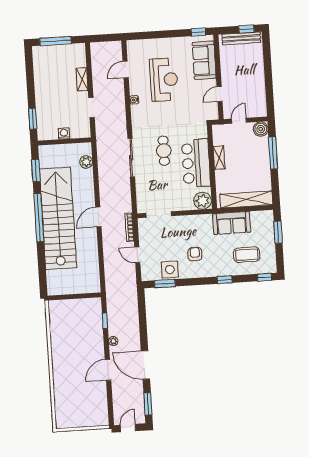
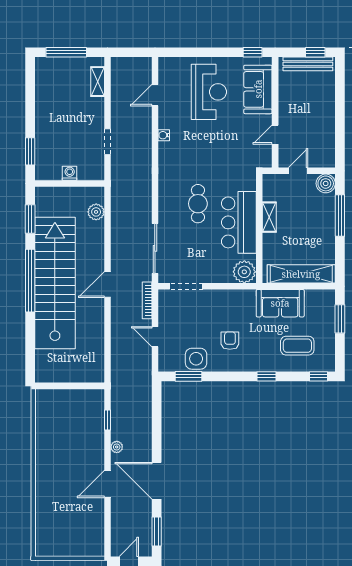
shelving: (82, 79) -> (98, 82), moved
reception desk: (164, 80) -> (209, 92), moved
sliding door: (131, 158) -> (155, 248), moved

